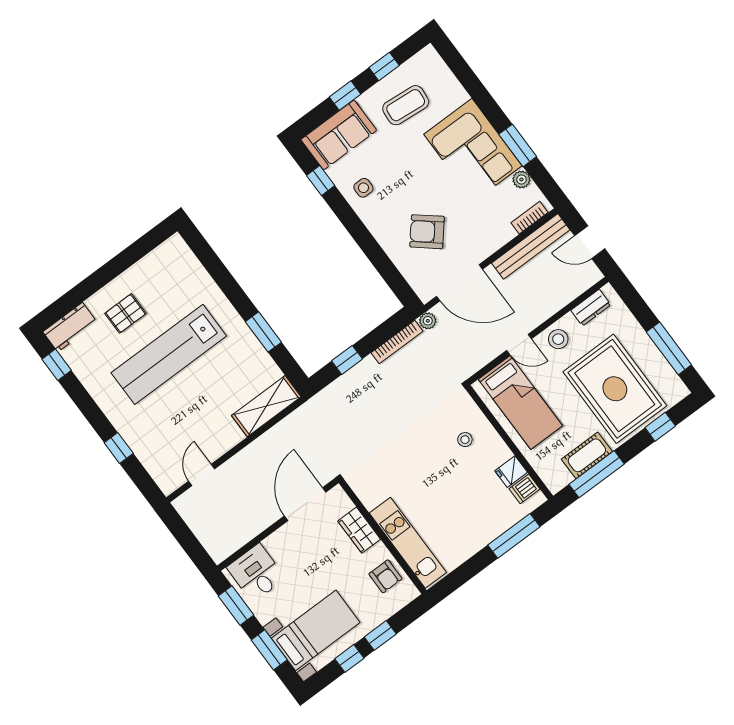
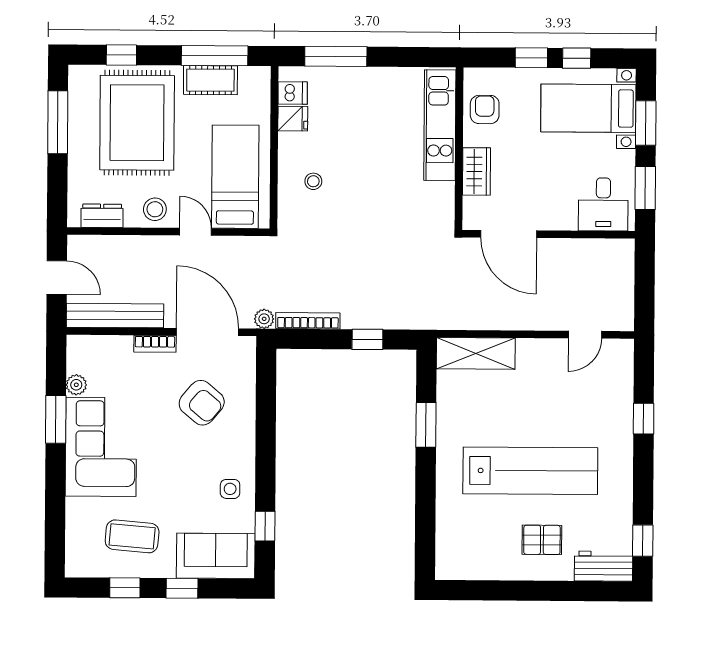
bookcase: (530, 218) -> (155, 344), moved
door: (305, 504) -> (509, 234), hinge flipped

